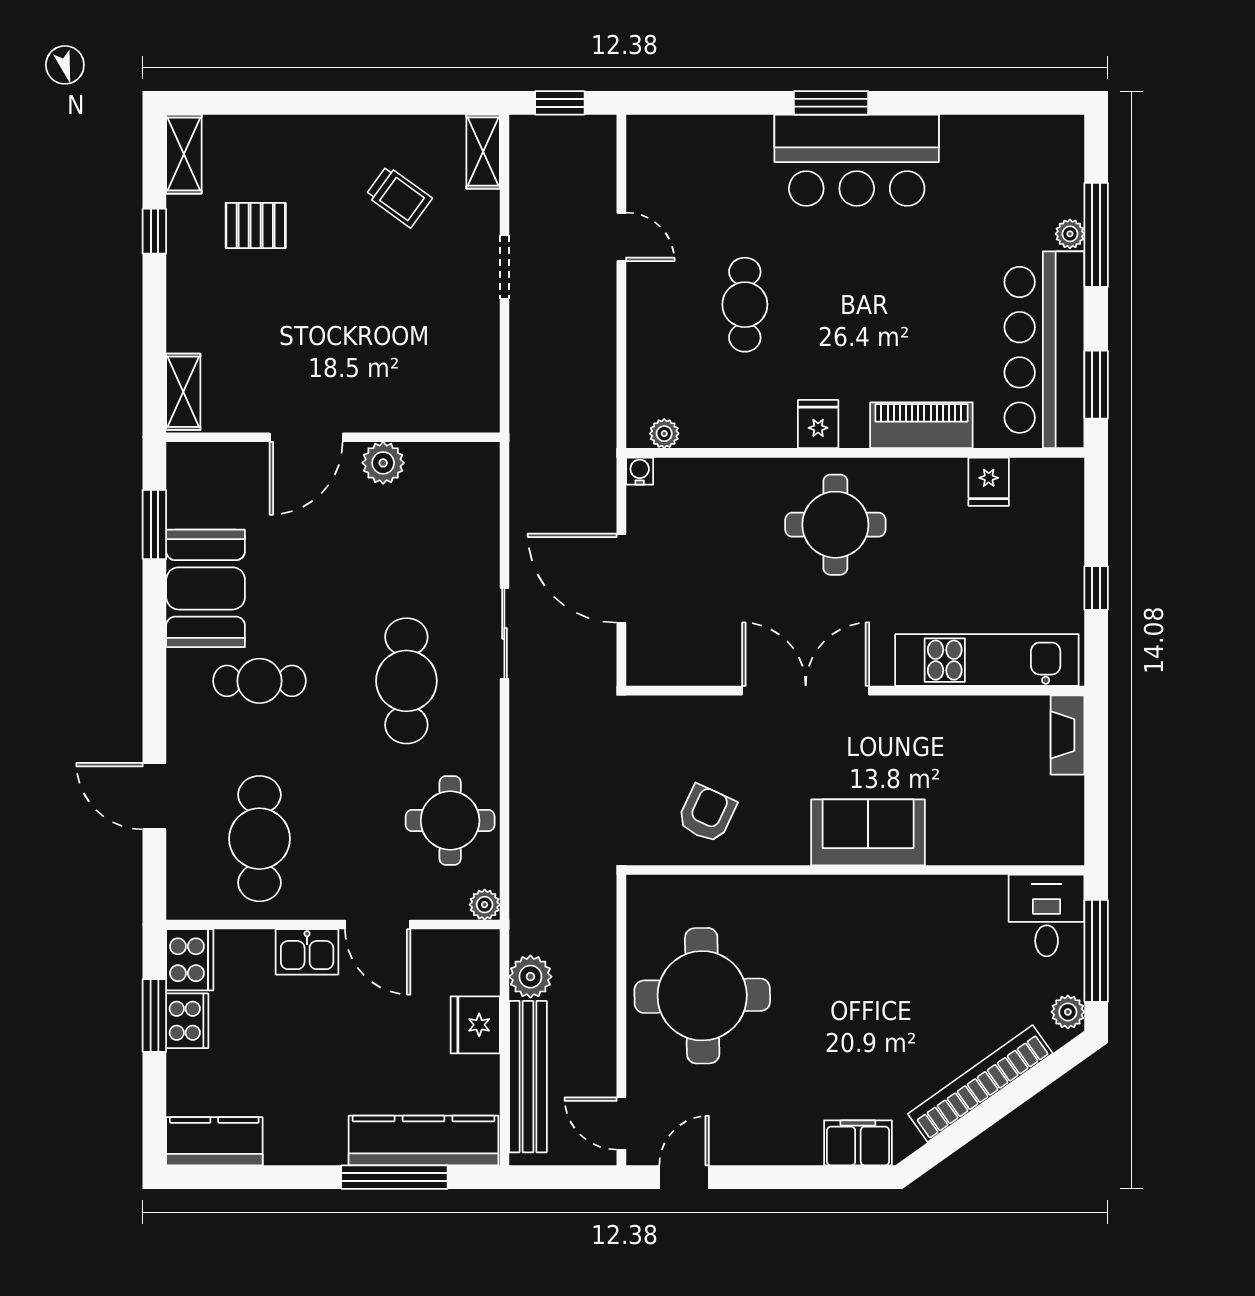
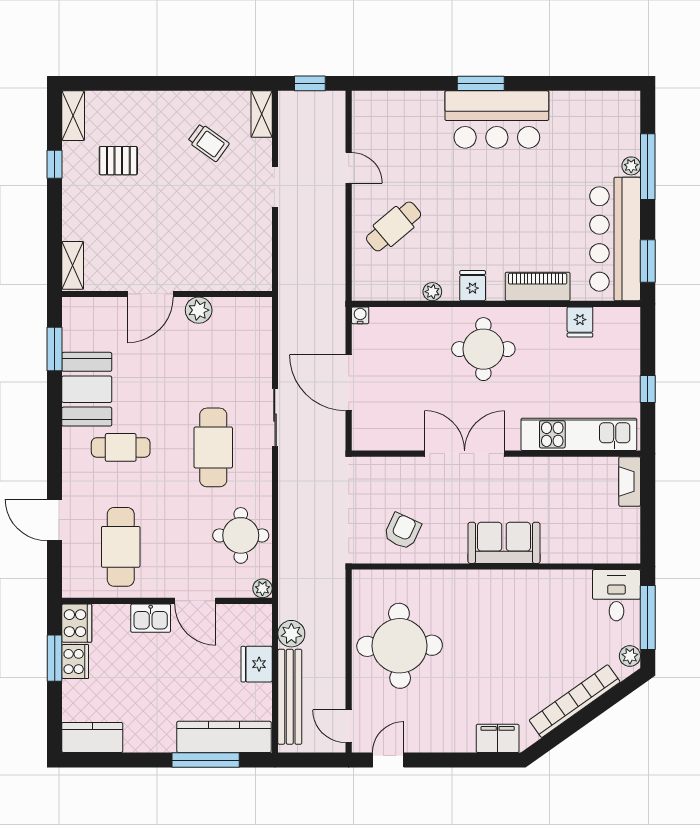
cafe table: (745, 305) -> (394, 226), moved, turned 50
plant: (664, 434) -> (432, 292), moved

